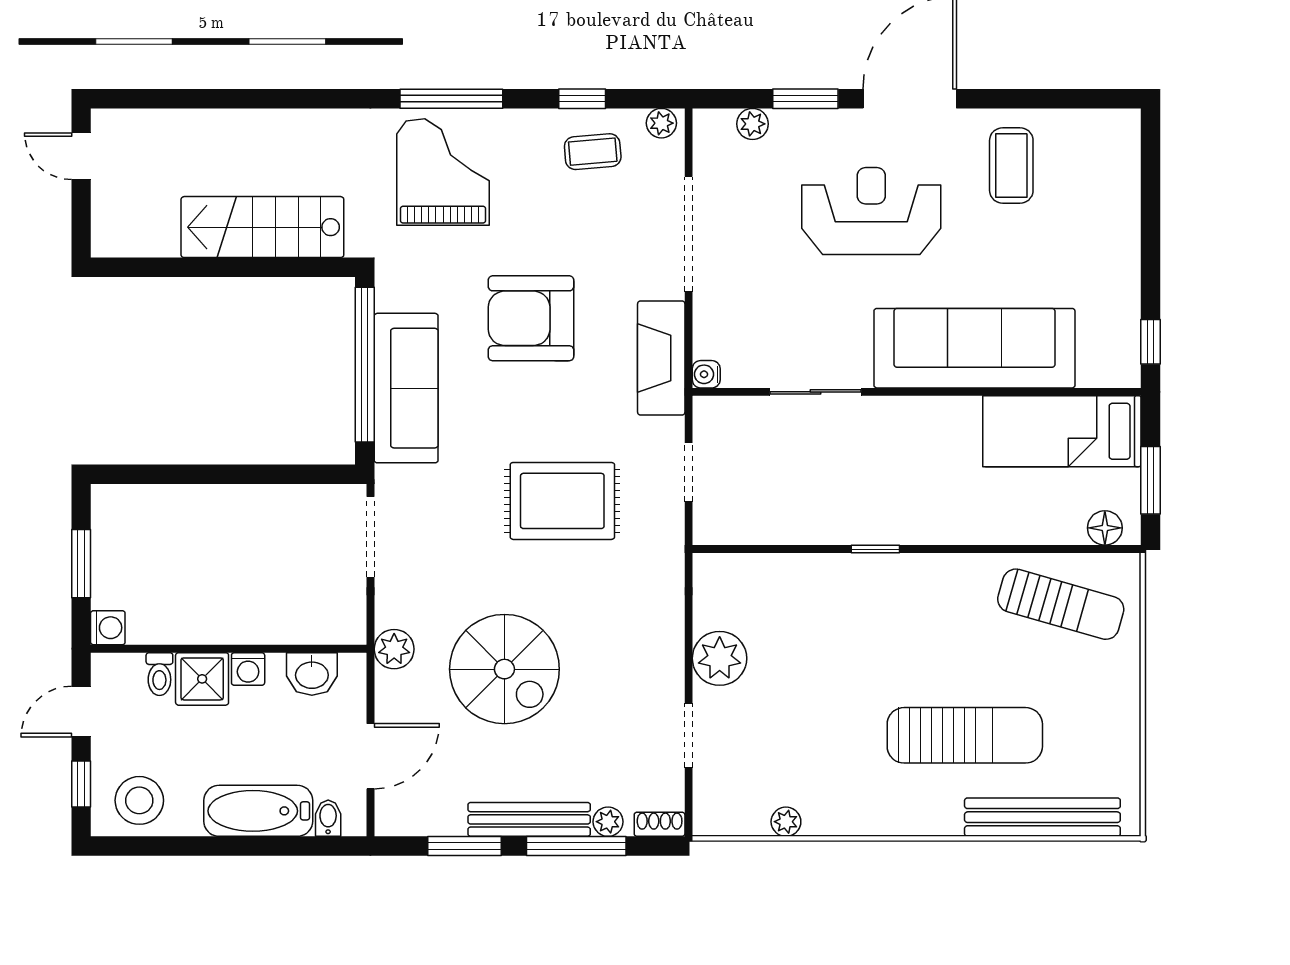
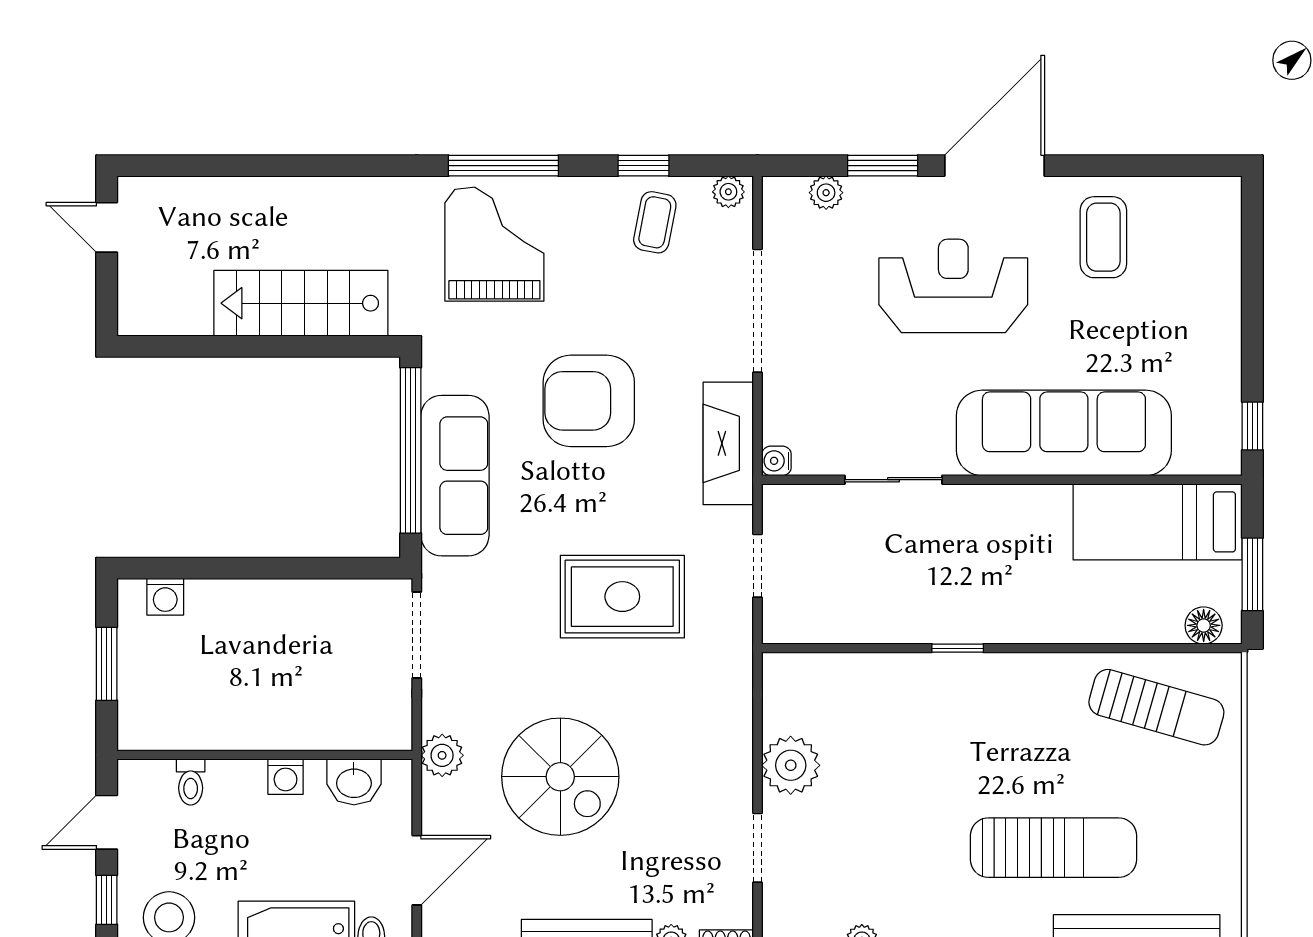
coffee table: (593, 152) -> (655, 222), turned -74
washing machine: (108, 628) -> (165, 597), moved, turned 90
shower: (202, 679) -> (236, 787), removed

